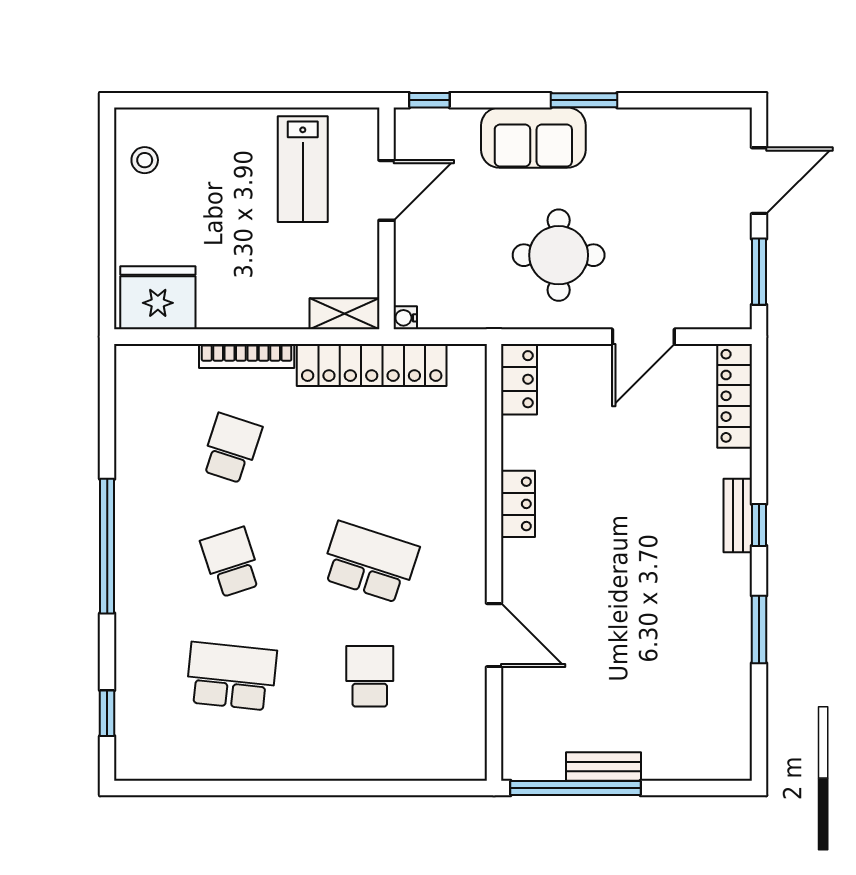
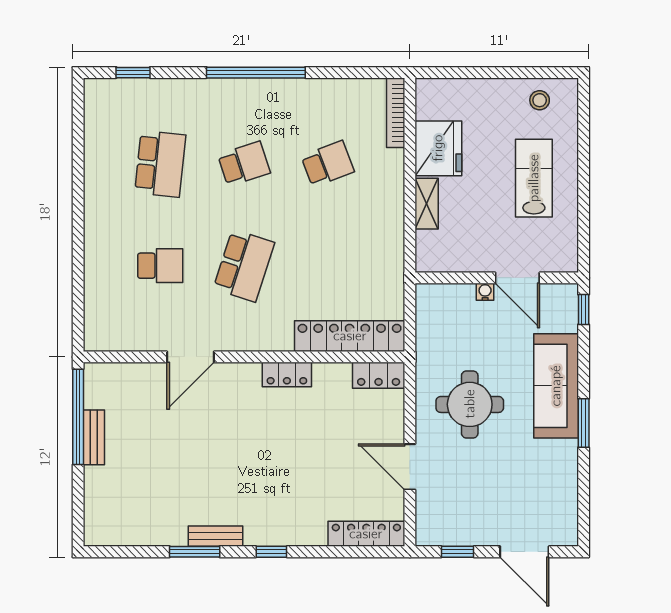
sofa: (533, 138) -> (556, 386), width x1.36
lab bench: (303, 169) -> (534, 178), moved, turned 90
window: (759, 272) -> (458, 552), width x0.67
fridge: (158, 298) -> (438, 148), moved
shelving: (344, 314) -> (427, 204), moved
water cooler: (405, 318) -> (485, 292), moved
bookcase: (247, 356) -> (396, 113), moved
locker: (372, 365) -> (350, 336), moved, turned 90
school desk: (231, 448) -> (328, 164), turned -39
bench: (738, 515) -> (215, 536), moved

